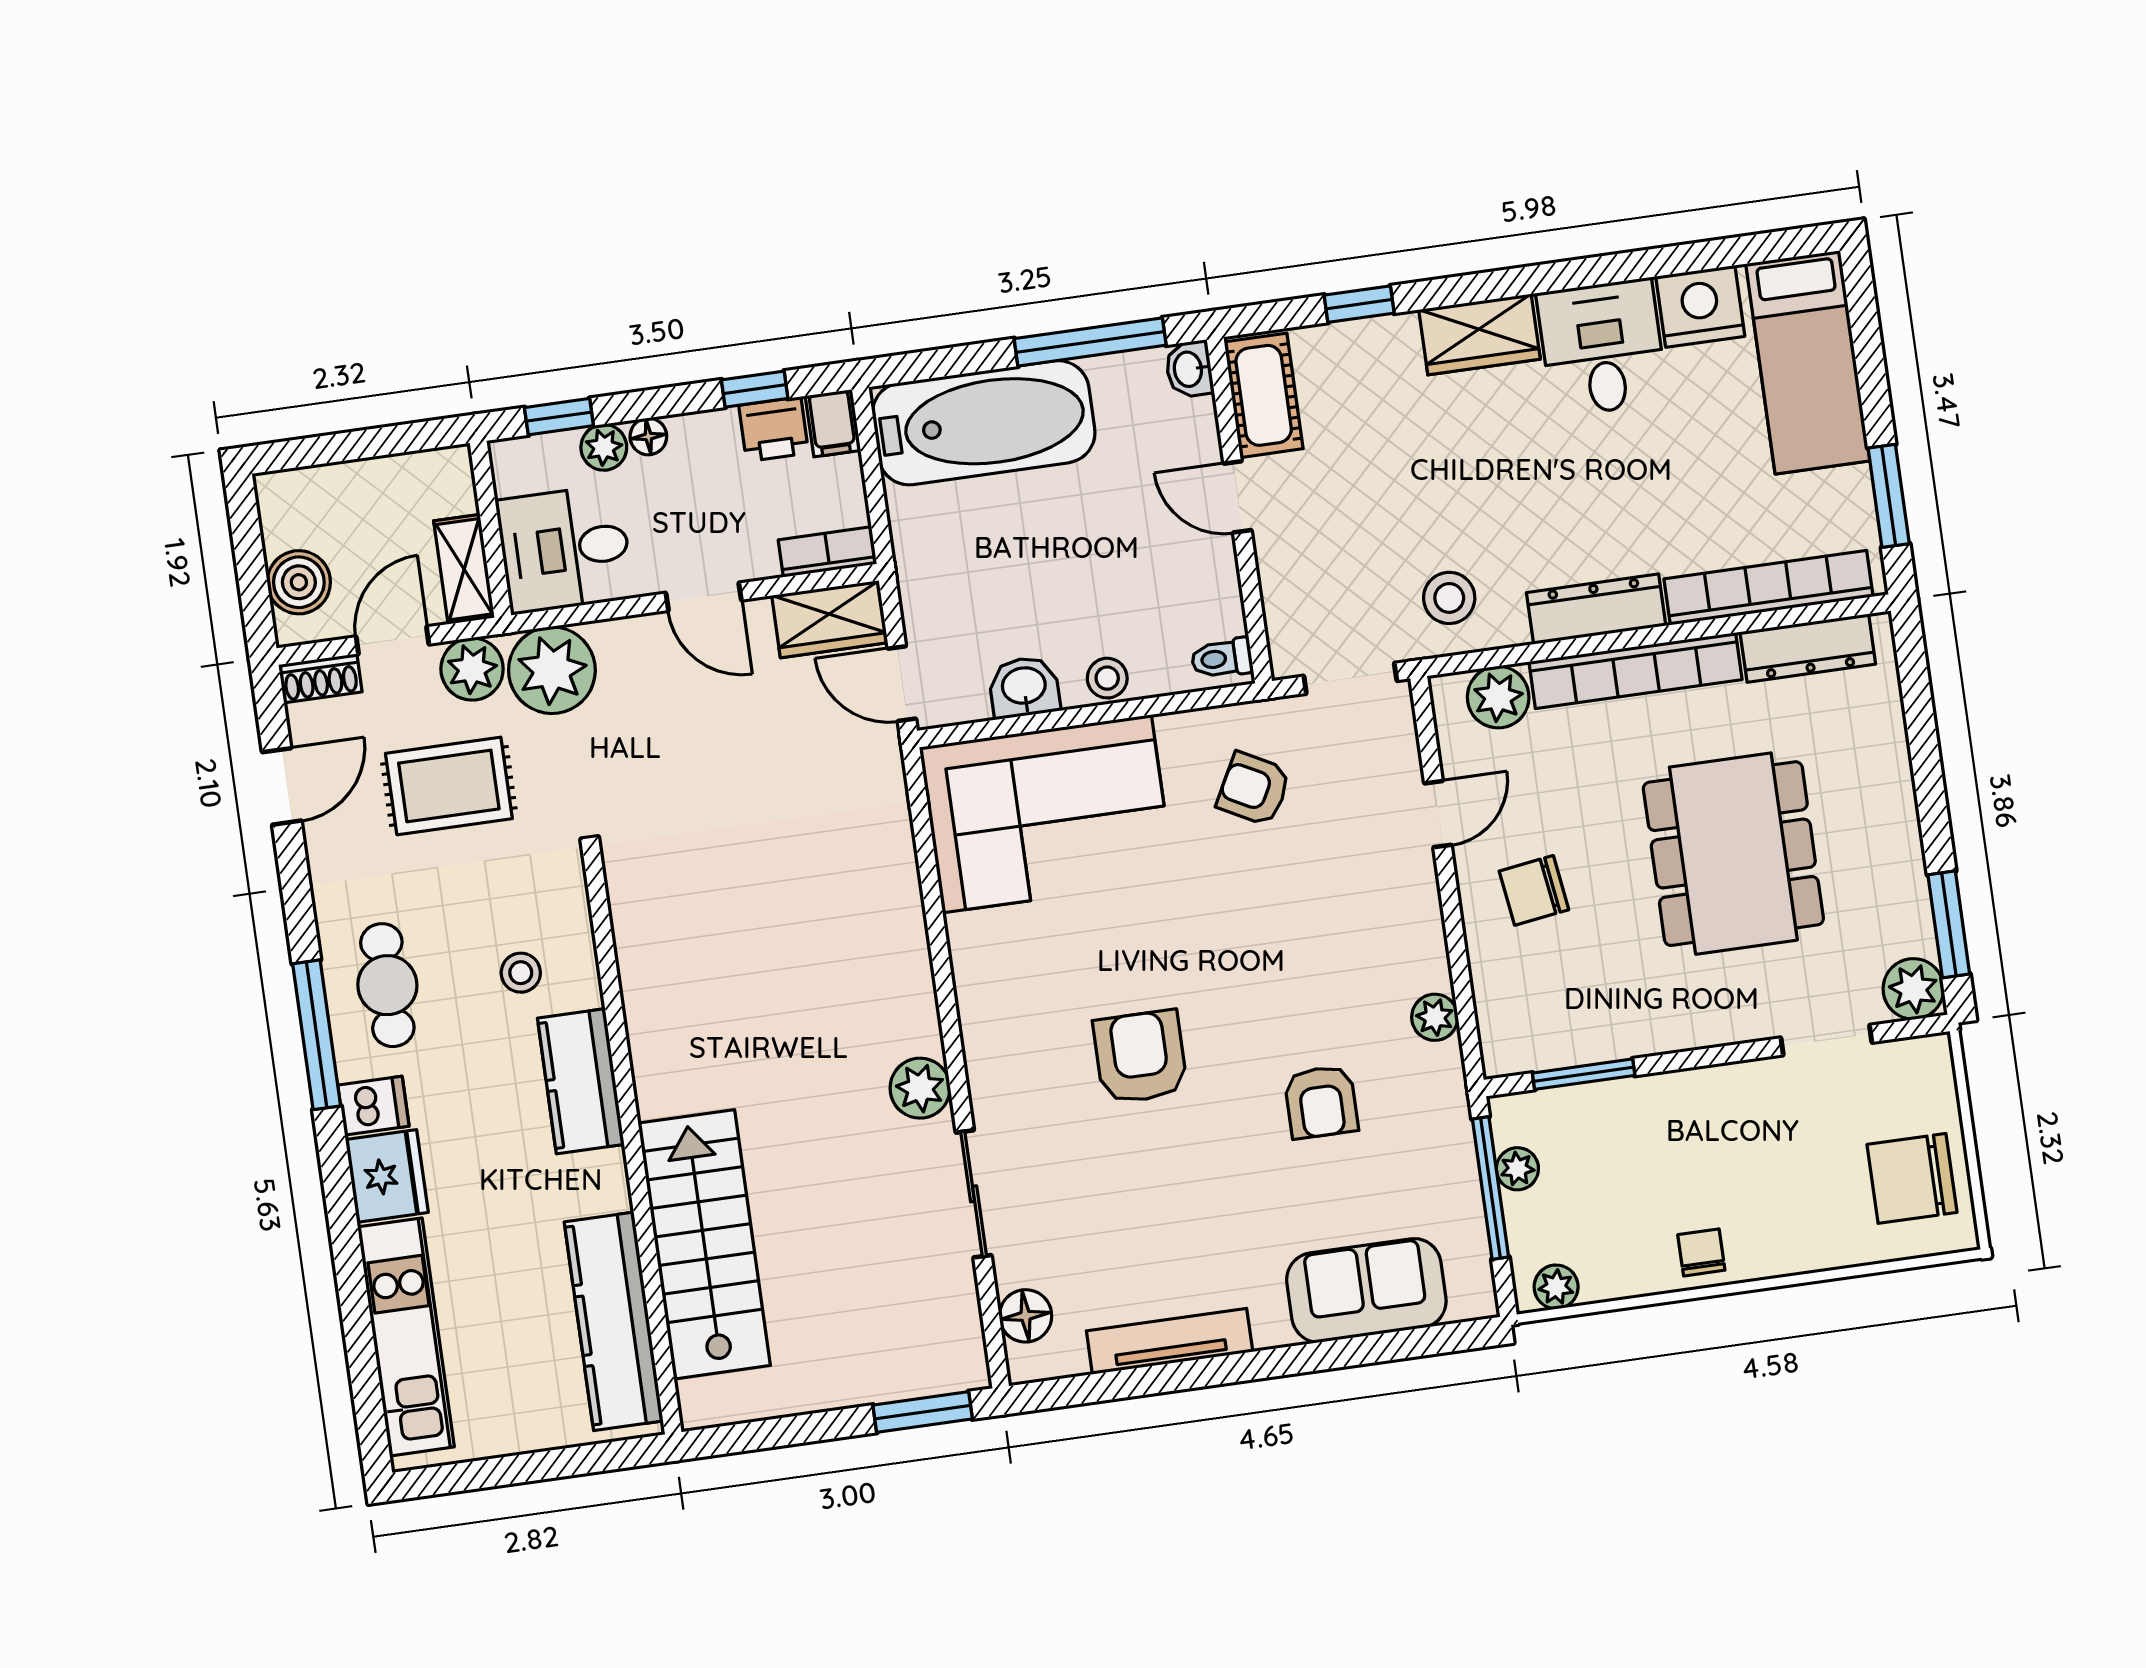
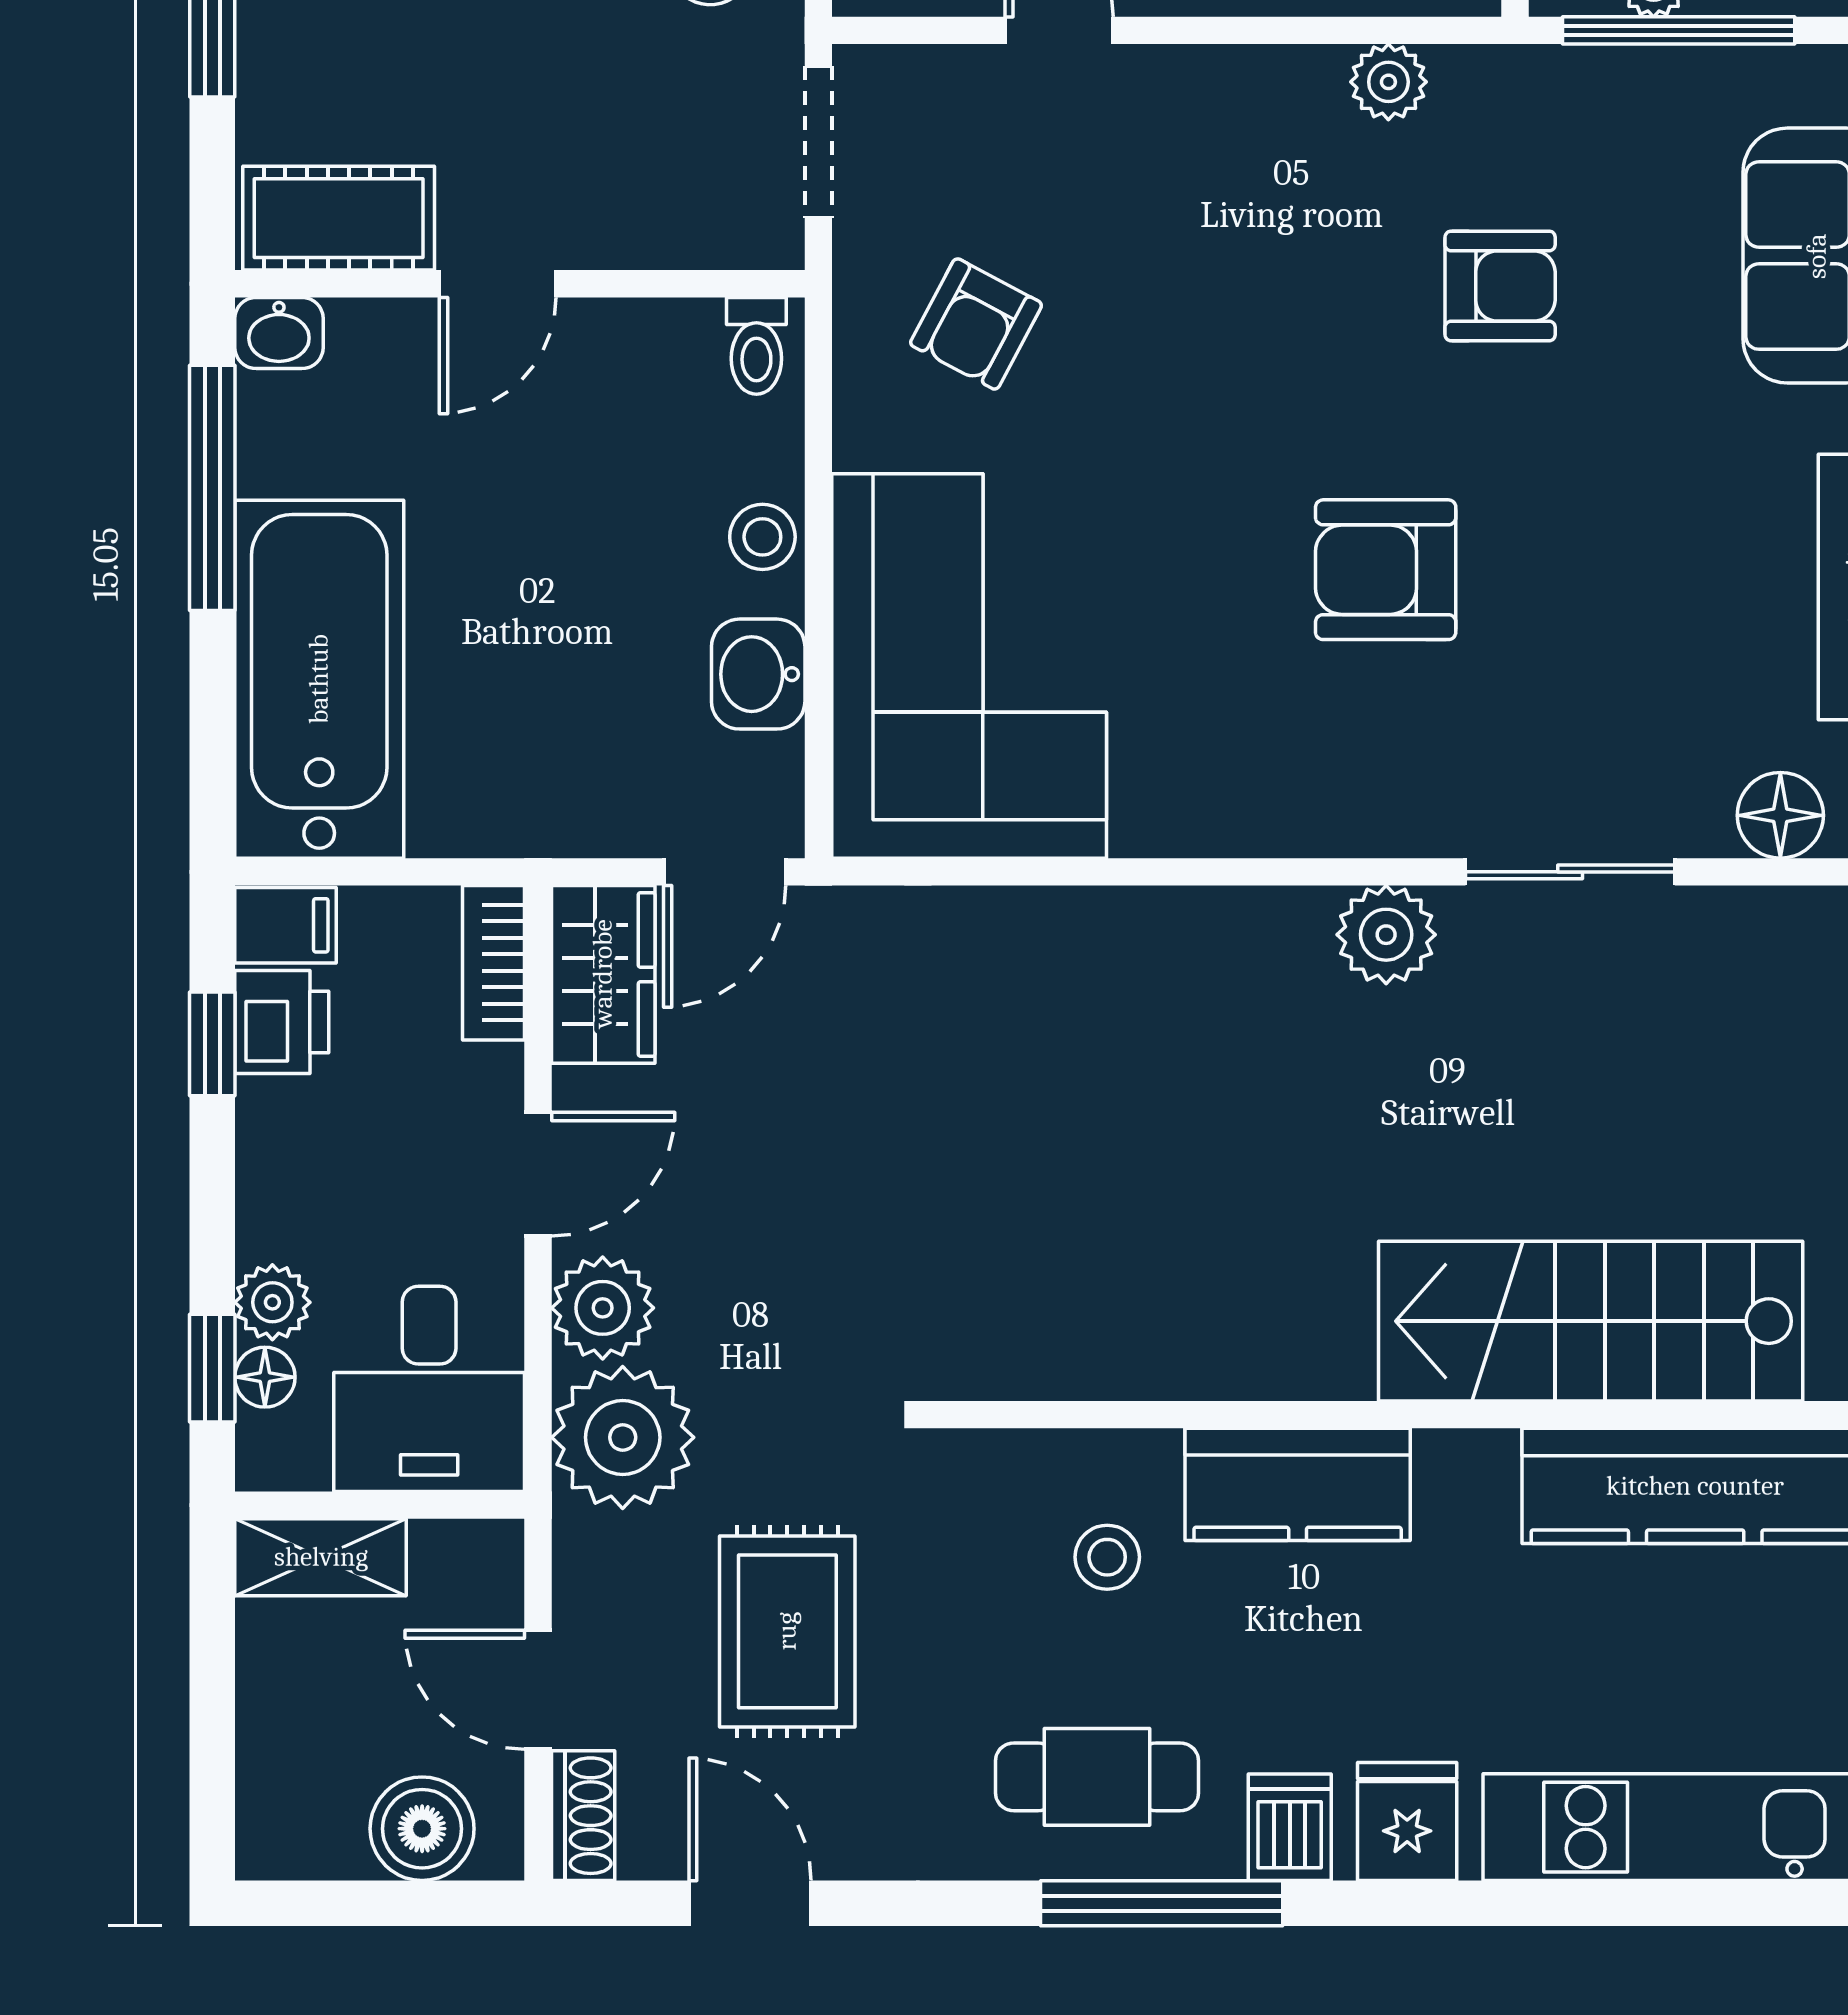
floor lamp: (648, 436) -> (265, 1377), moved
shelving: (464, 569) -> (321, 1557), moved
plant: (472, 669) -> (603, 1308), moved
fridge: (387, 1176) -> (1407, 1821), width x0.72

